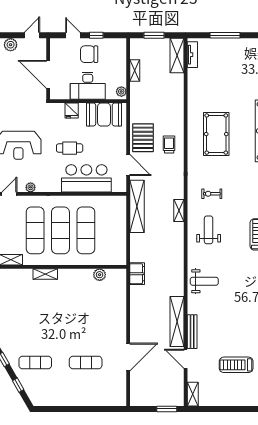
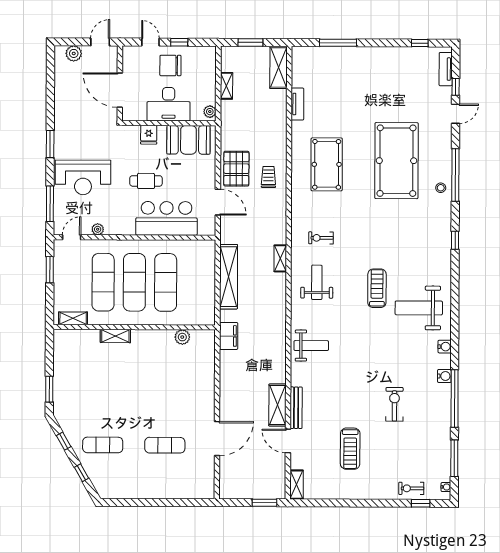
tv unit: (192, 55) -> (297, 104), moved
shelving: (137, 206) -> (229, 277), moved
shelving: (177, 322) -> (277, 405), width x0.68
treadmill: (236, 365) -> (350, 449), turned -90

